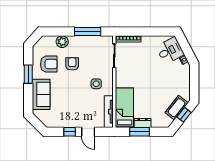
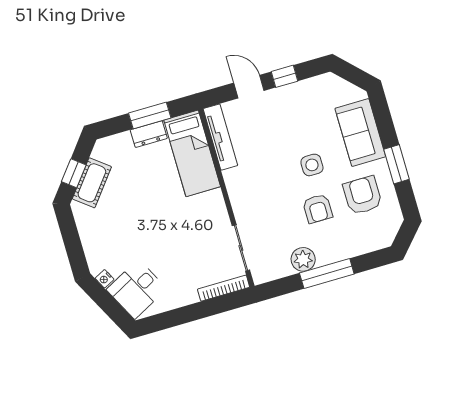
window: (88, 32) -> (327, 273), moved
plant: (62, 42) -> (303, 259), moved
armchair: (49, 64) -> (362, 195), turned 90
side table: (96, 84) -> (312, 165), moved

